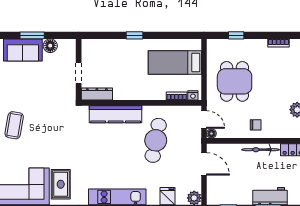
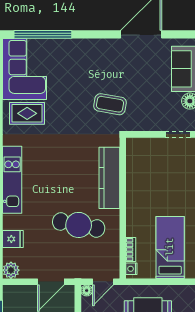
doorway: (79, 73) -> (178, 134), moved
dresser: (97, 94) -> (133, 156), removed
coffee table: (14, 125) -> (110, 104), moved

